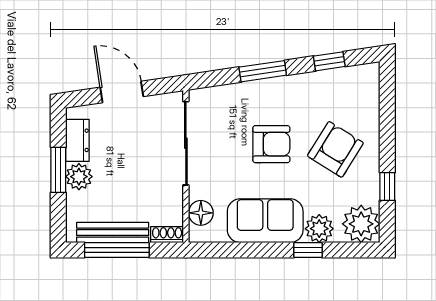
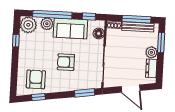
window: (263, 71) -> (85, 93), moved
armchair: (335, 149) -> (36, 79), moved, turned 148
window: (58, 170) -> (161, 43), moved
window: (225, 250) -> (89, 17), added
window: (308, 250) -> (52, 15), width x3.17

